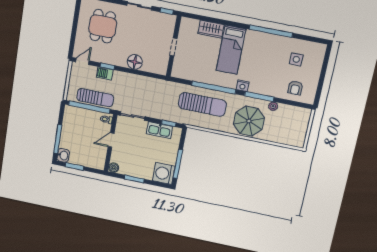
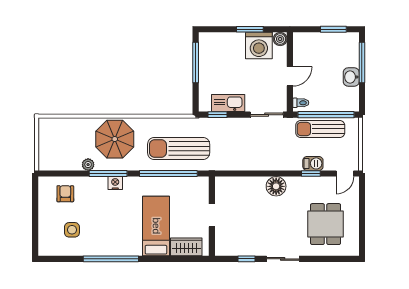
wall: (174, 46) -> (212, 216), moved
doorway: (174, 47) -> (212, 215), moved
nightstand: (243, 86) -> (115, 183), moved
washbasin: (63, 155) -> (351, 77), moved
washing machine: (164, 173) -> (259, 45), moved, turned 90

